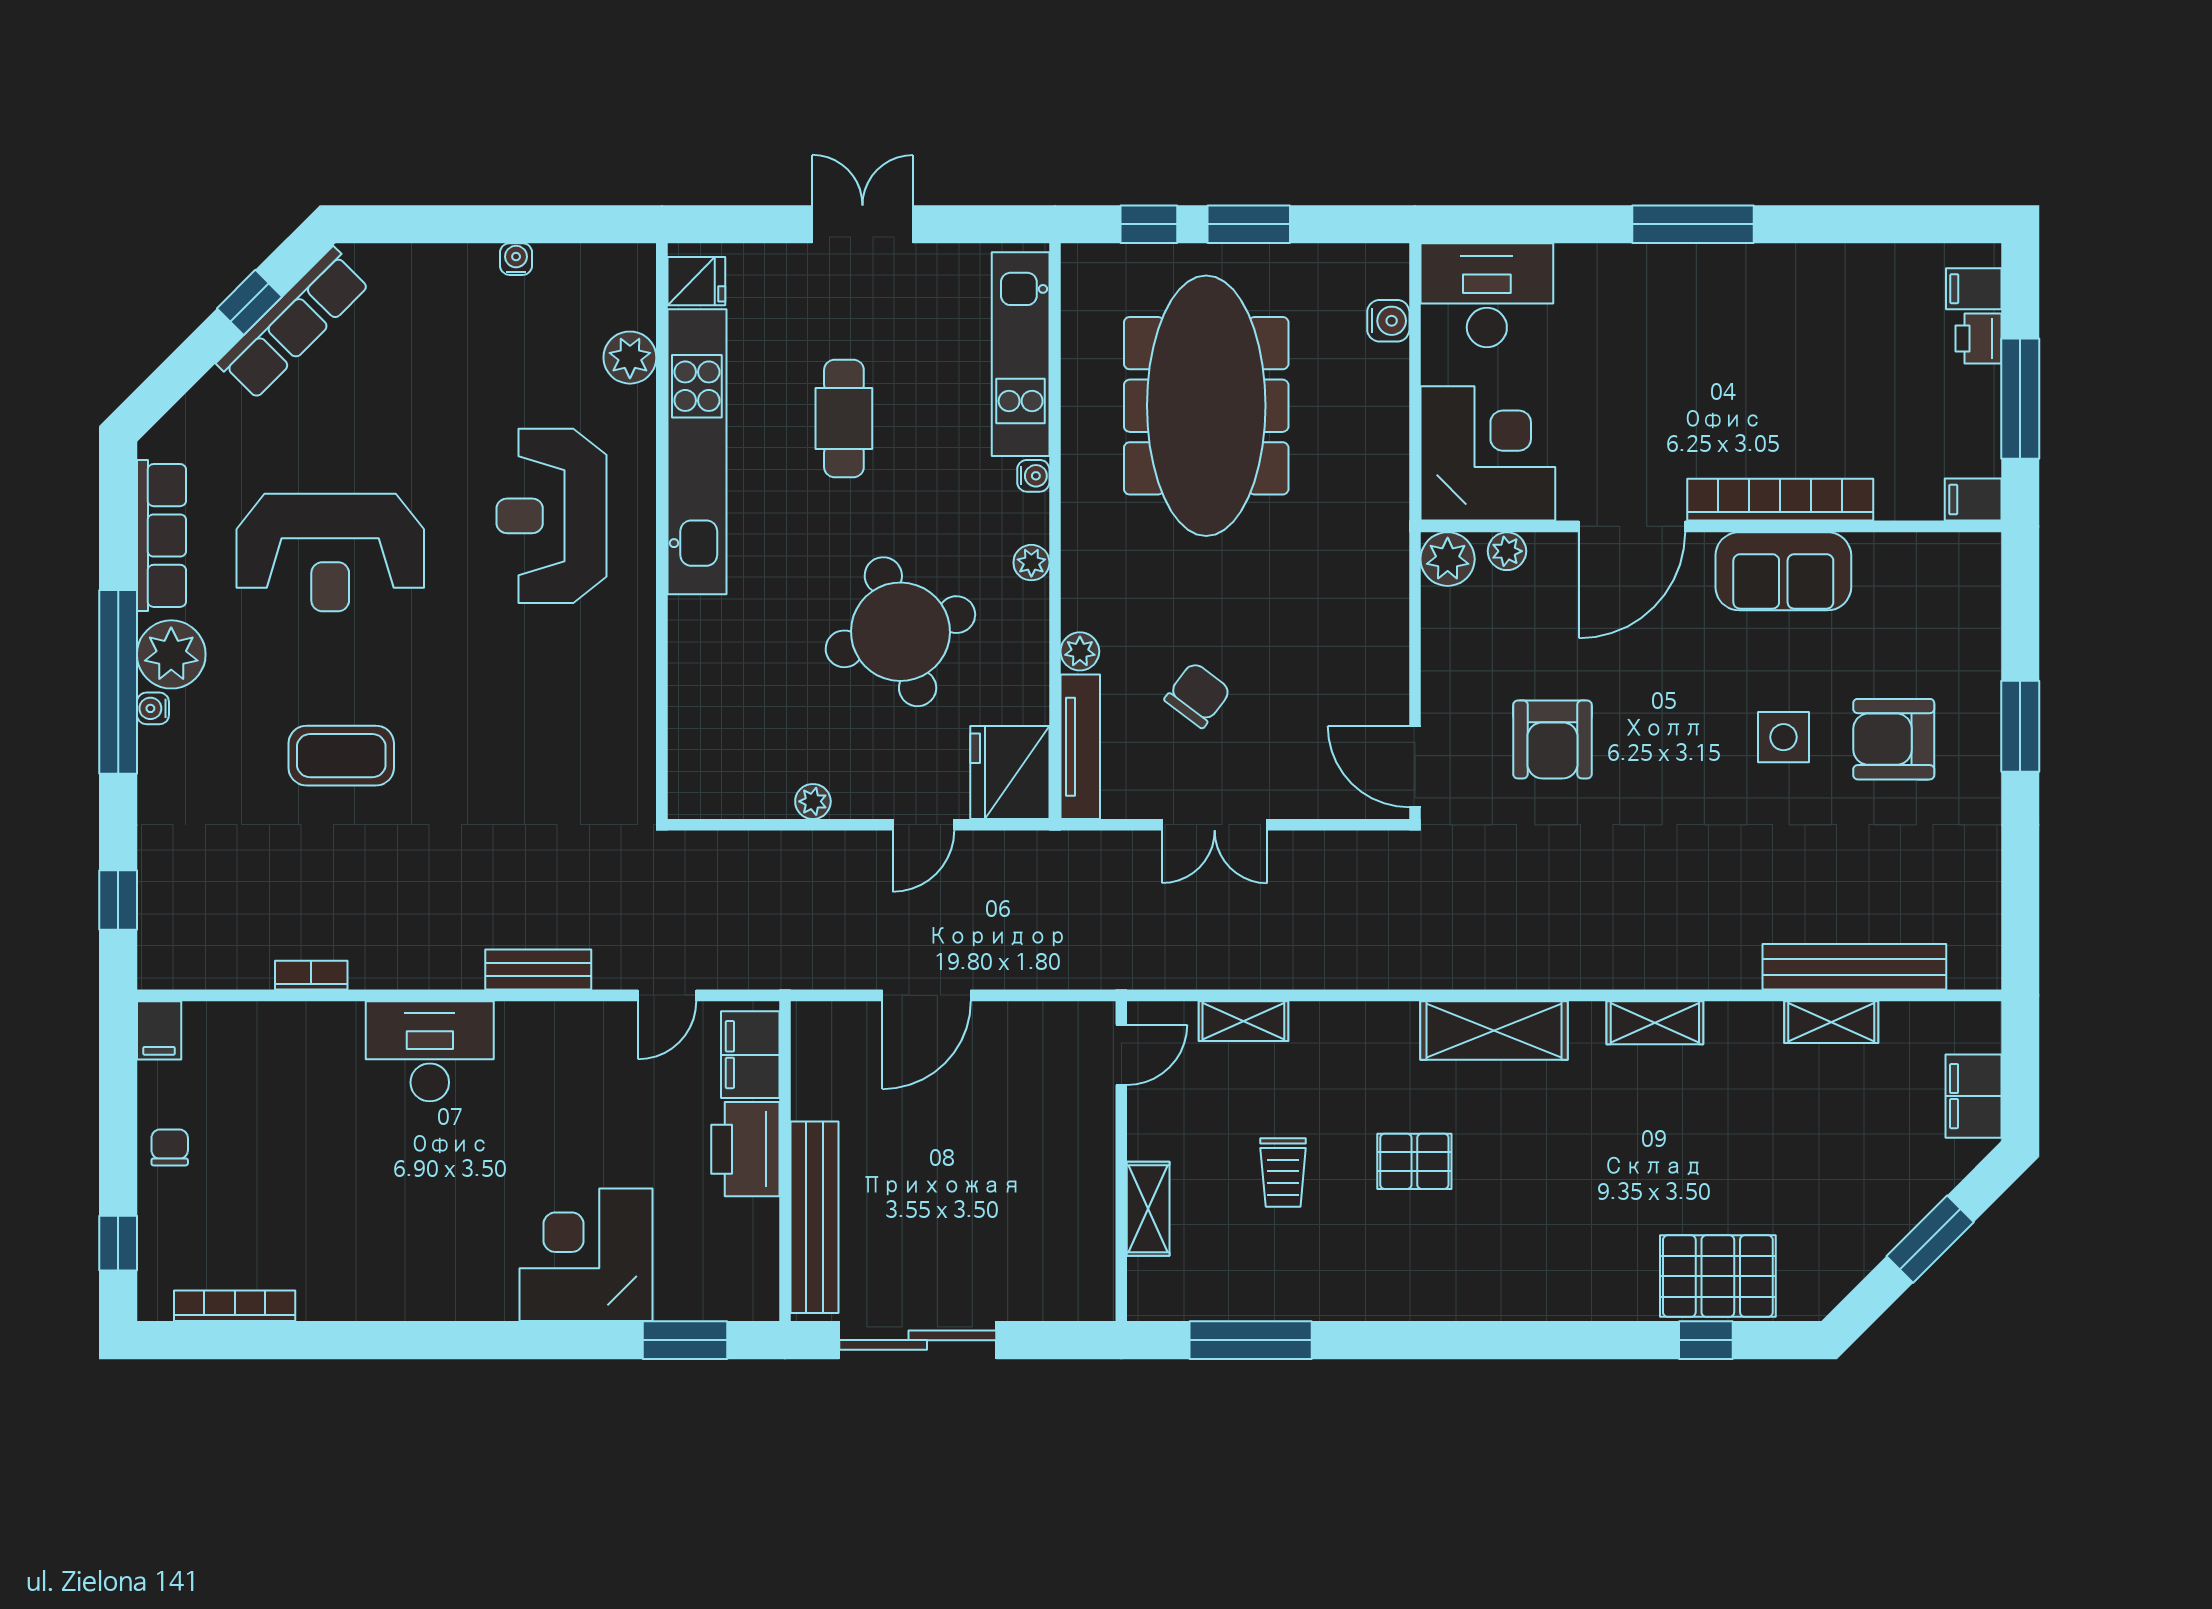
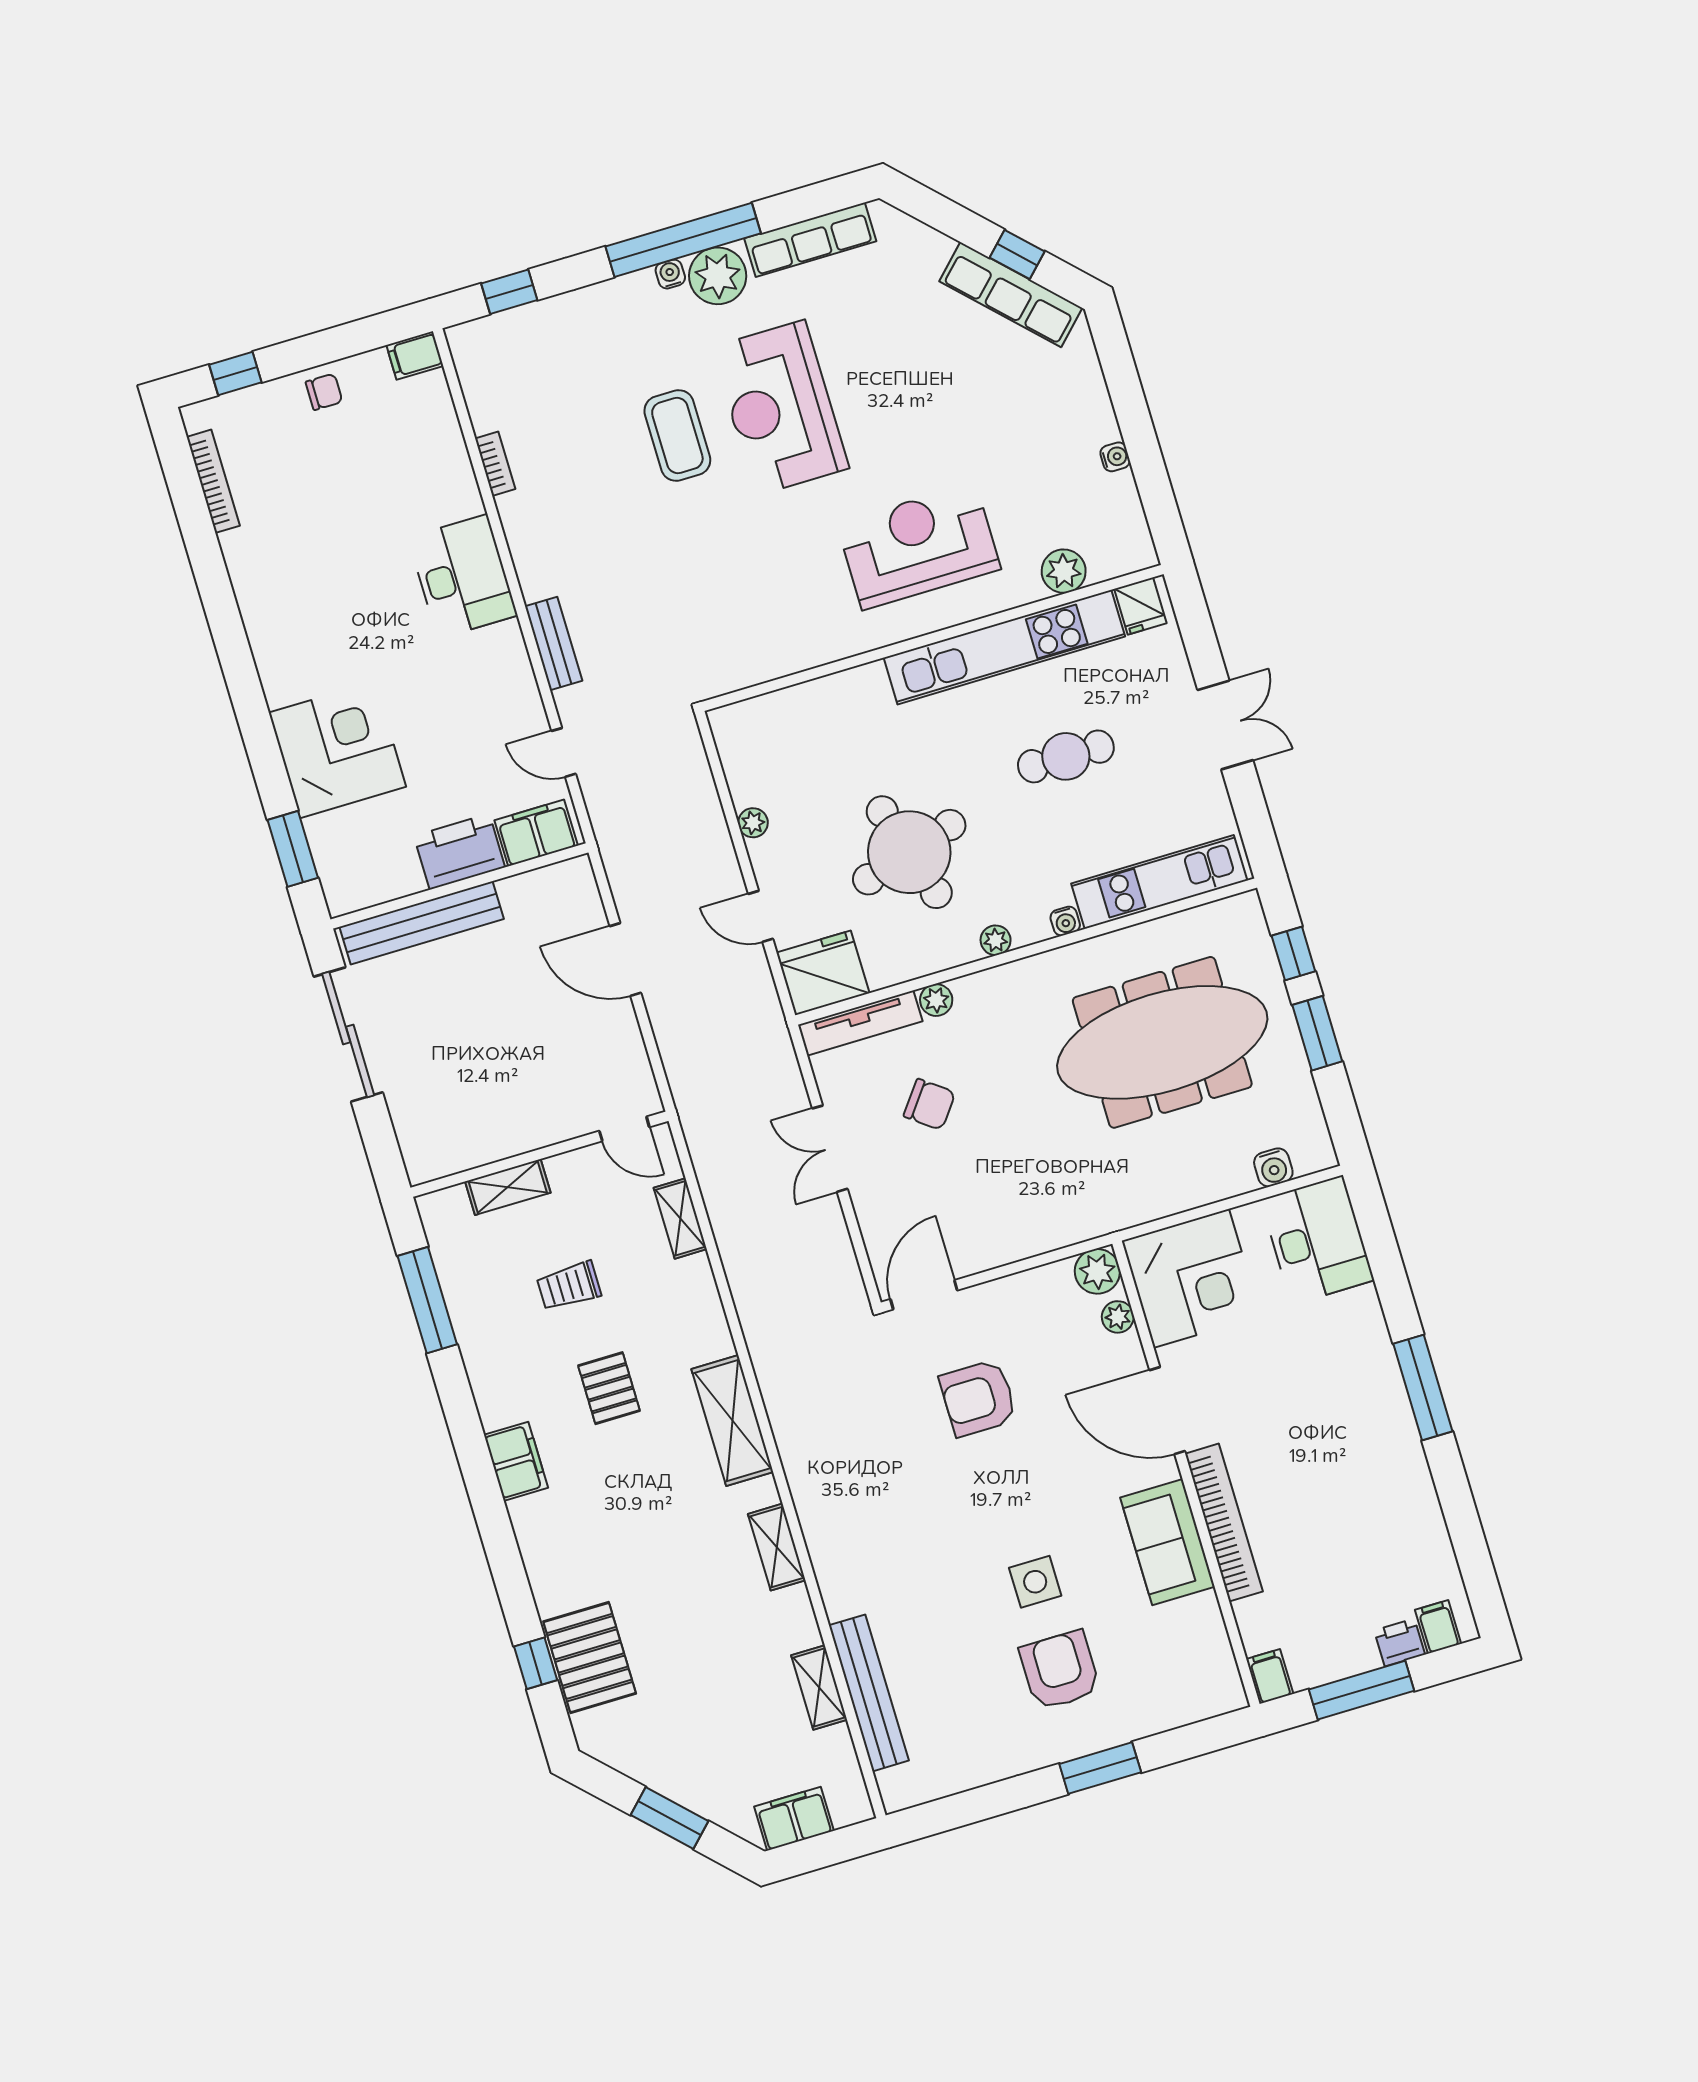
reception desk: (330, 553) -> (780, 408), moved
filing cabinet: (1467, 1293) -> (516, 1461), added

